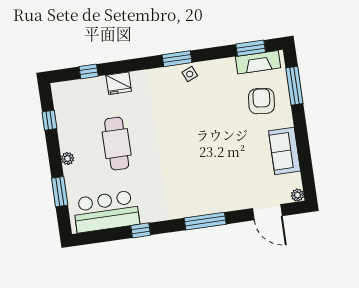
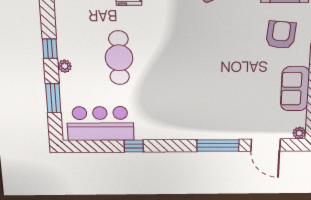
window: (49, 120) -> (50, 49), moved
window: (205, 221) -> (218, 145), moved

